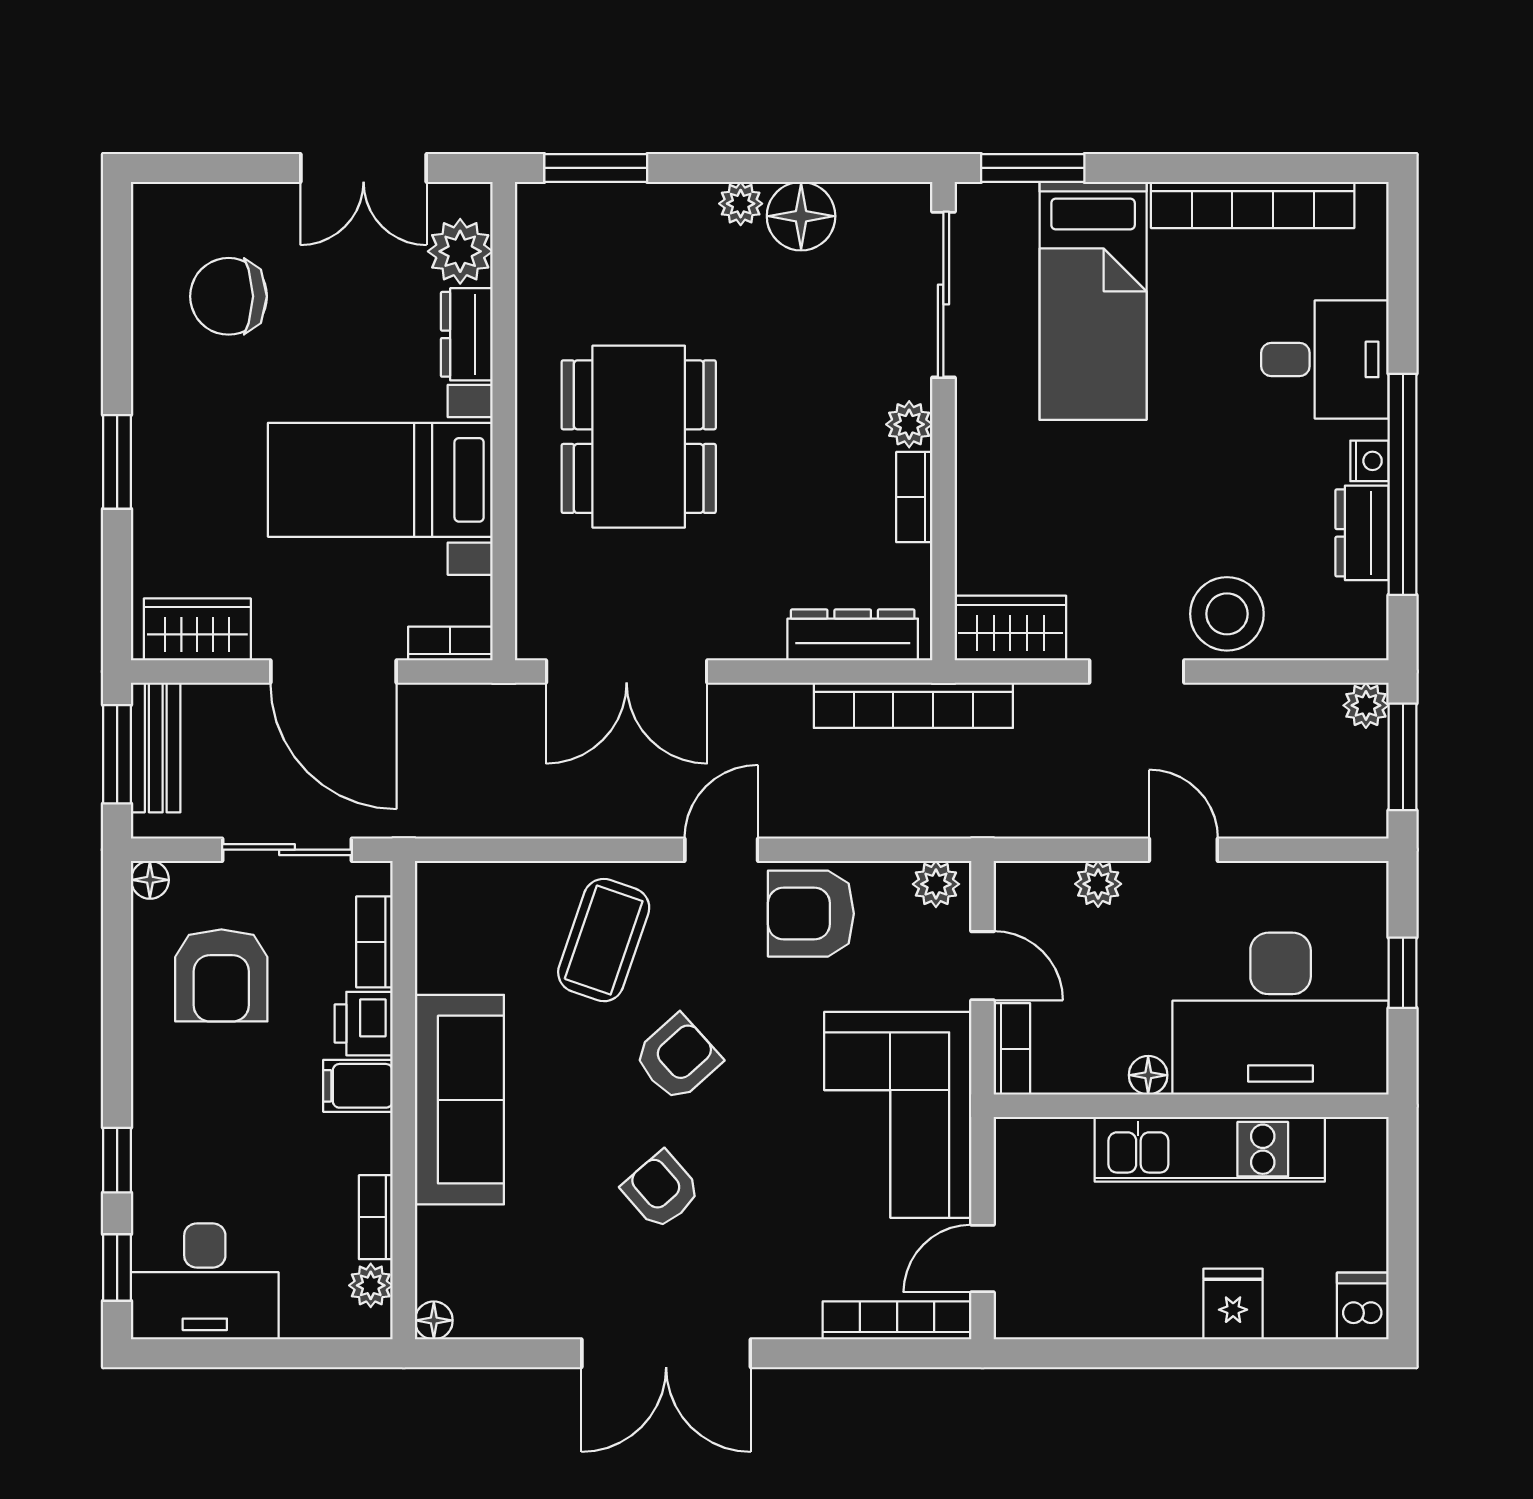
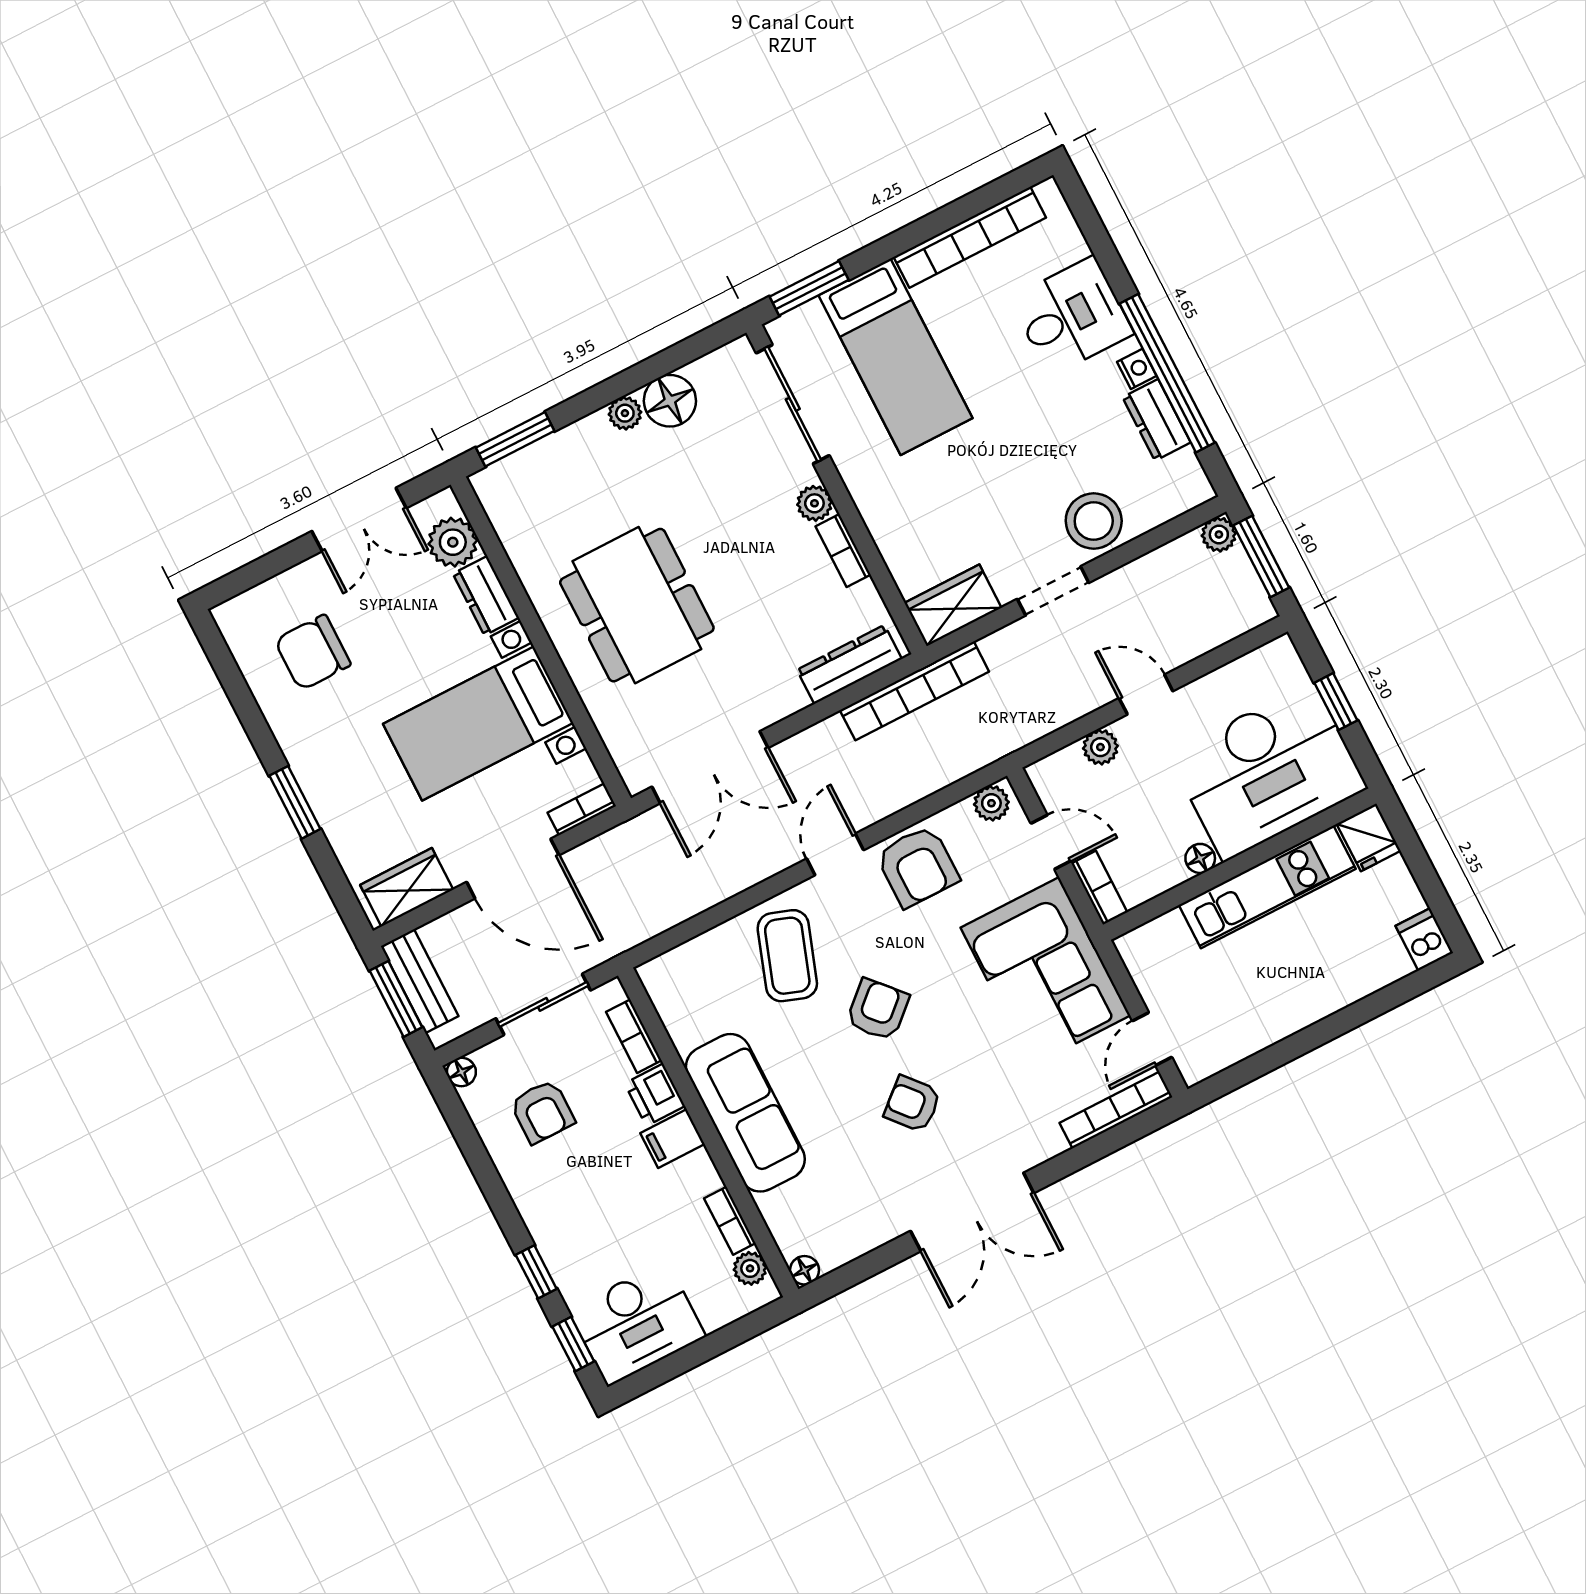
armchair: (811, 914) -> (917, 866), turned -90
armchair: (221, 975) -> (542, 1112), width x0.72, depth x0.72
fridge: (1233, 1304) -> (1369, 837), moved, turned 180

